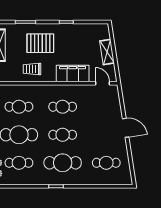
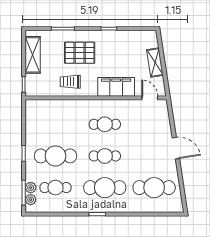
cafe table: (19, 107) -> (55, 124), removed
cafe table: (106, 163) -> (154, 188), width x1.37, depth x1.35

